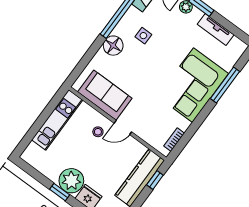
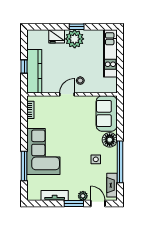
sofa: (105, 95) -> (107, 113), moved, turned 90
kitchen unit: (57, 120) -> (110, 53), moved
window: (155, 180) -> (24, 66), moved

